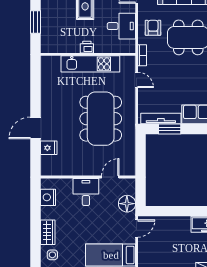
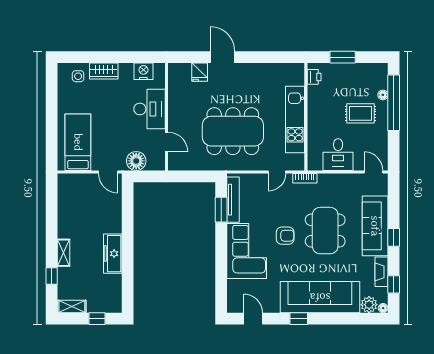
armchair: (153, 28) -> (285, 236), moved
printer: (87, 47) -> (314, 77), moved
desk: (86, 192) -> (150, 109), width x1.37

